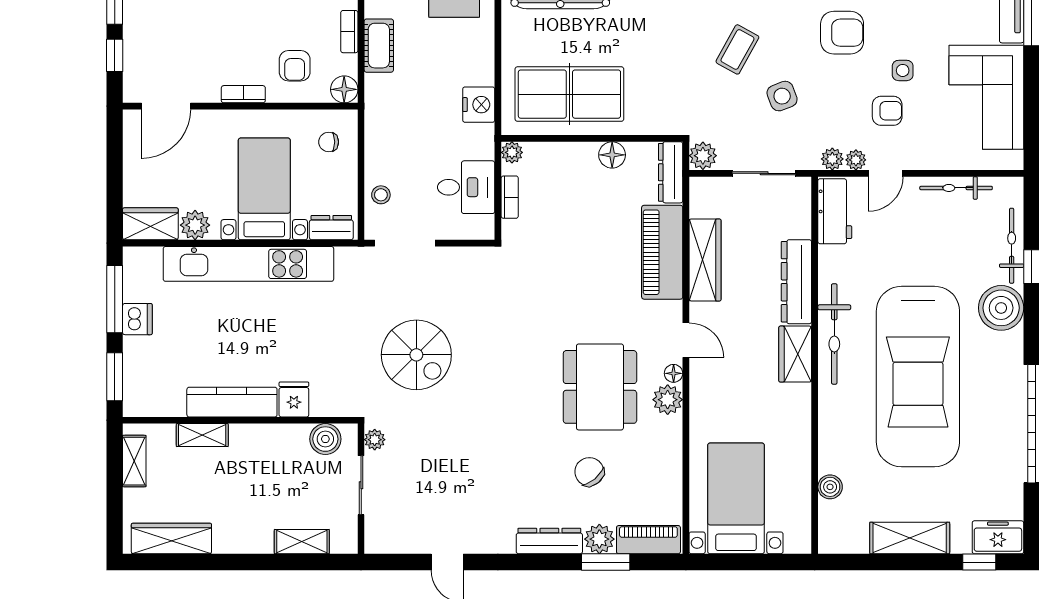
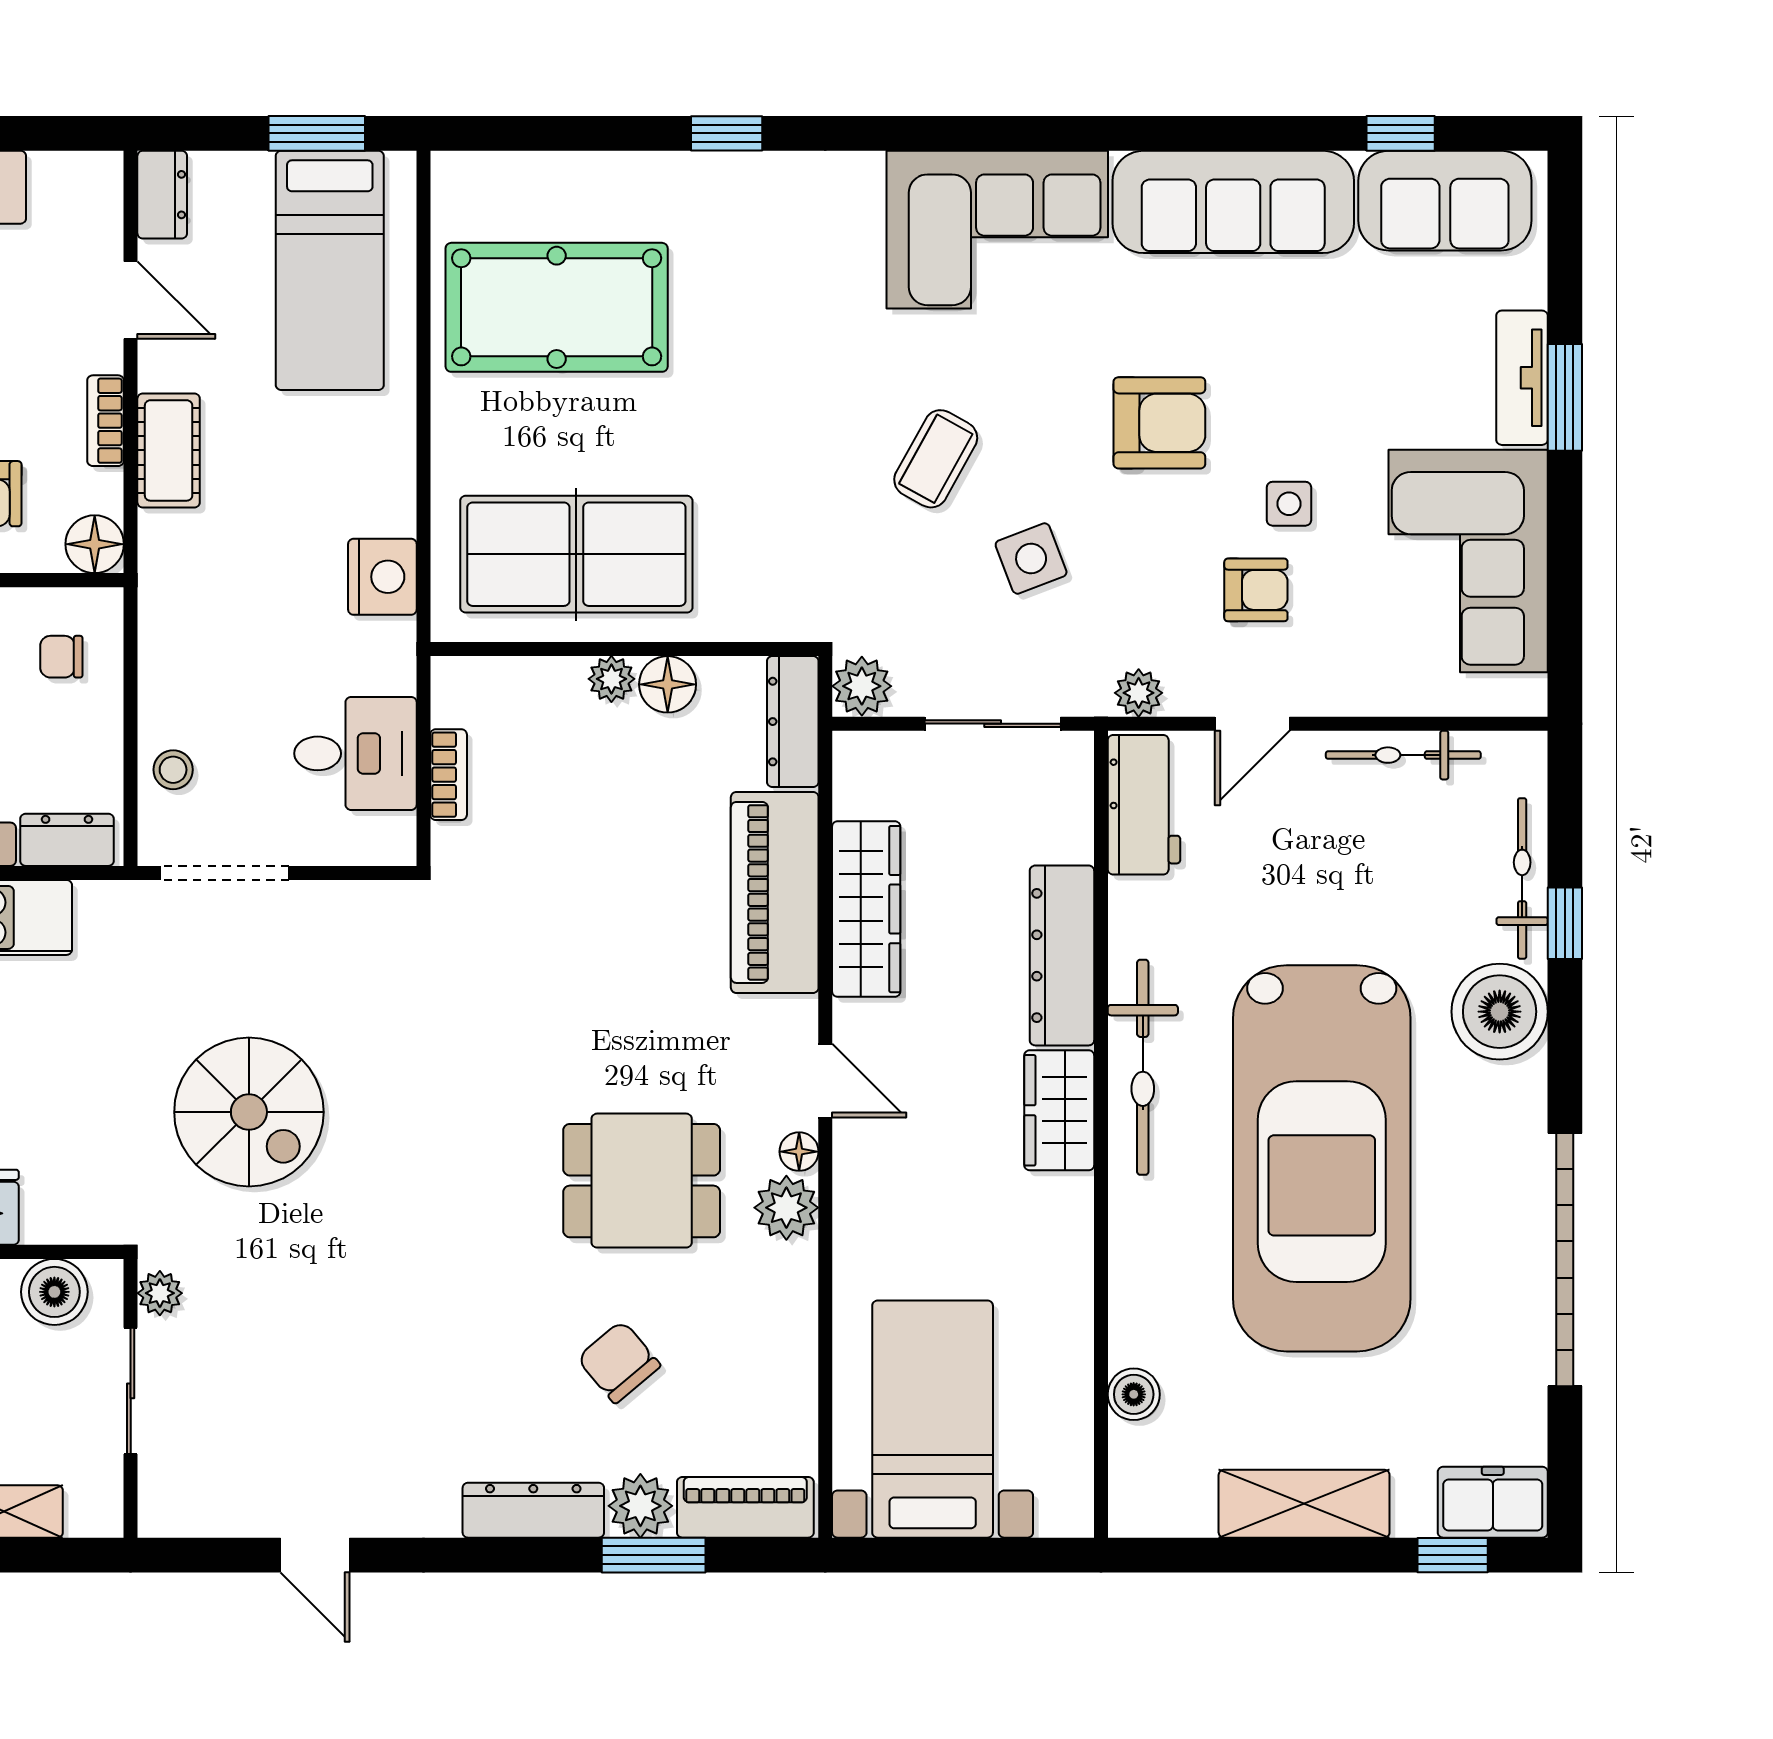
plant: (512, 152) -> (611, 679), moved
plant: (856, 160) -> (1189, 695), removed
dining table: (600, 387) -> (642, 1181), width x0.73

